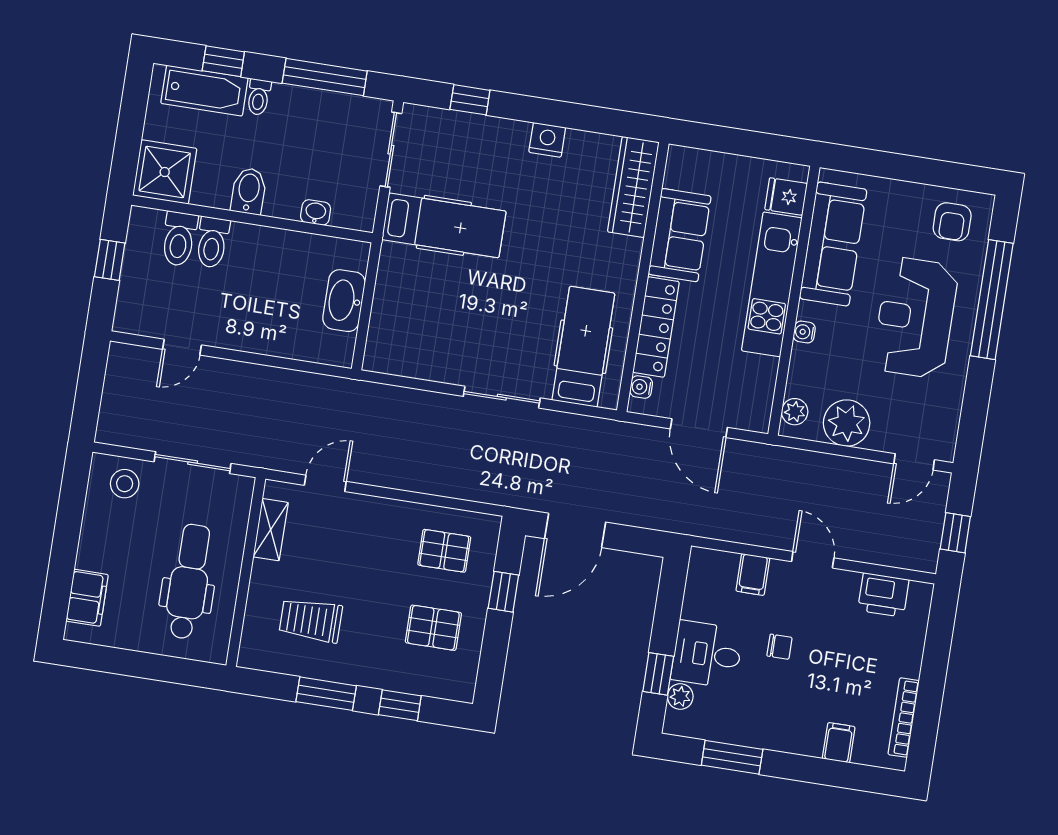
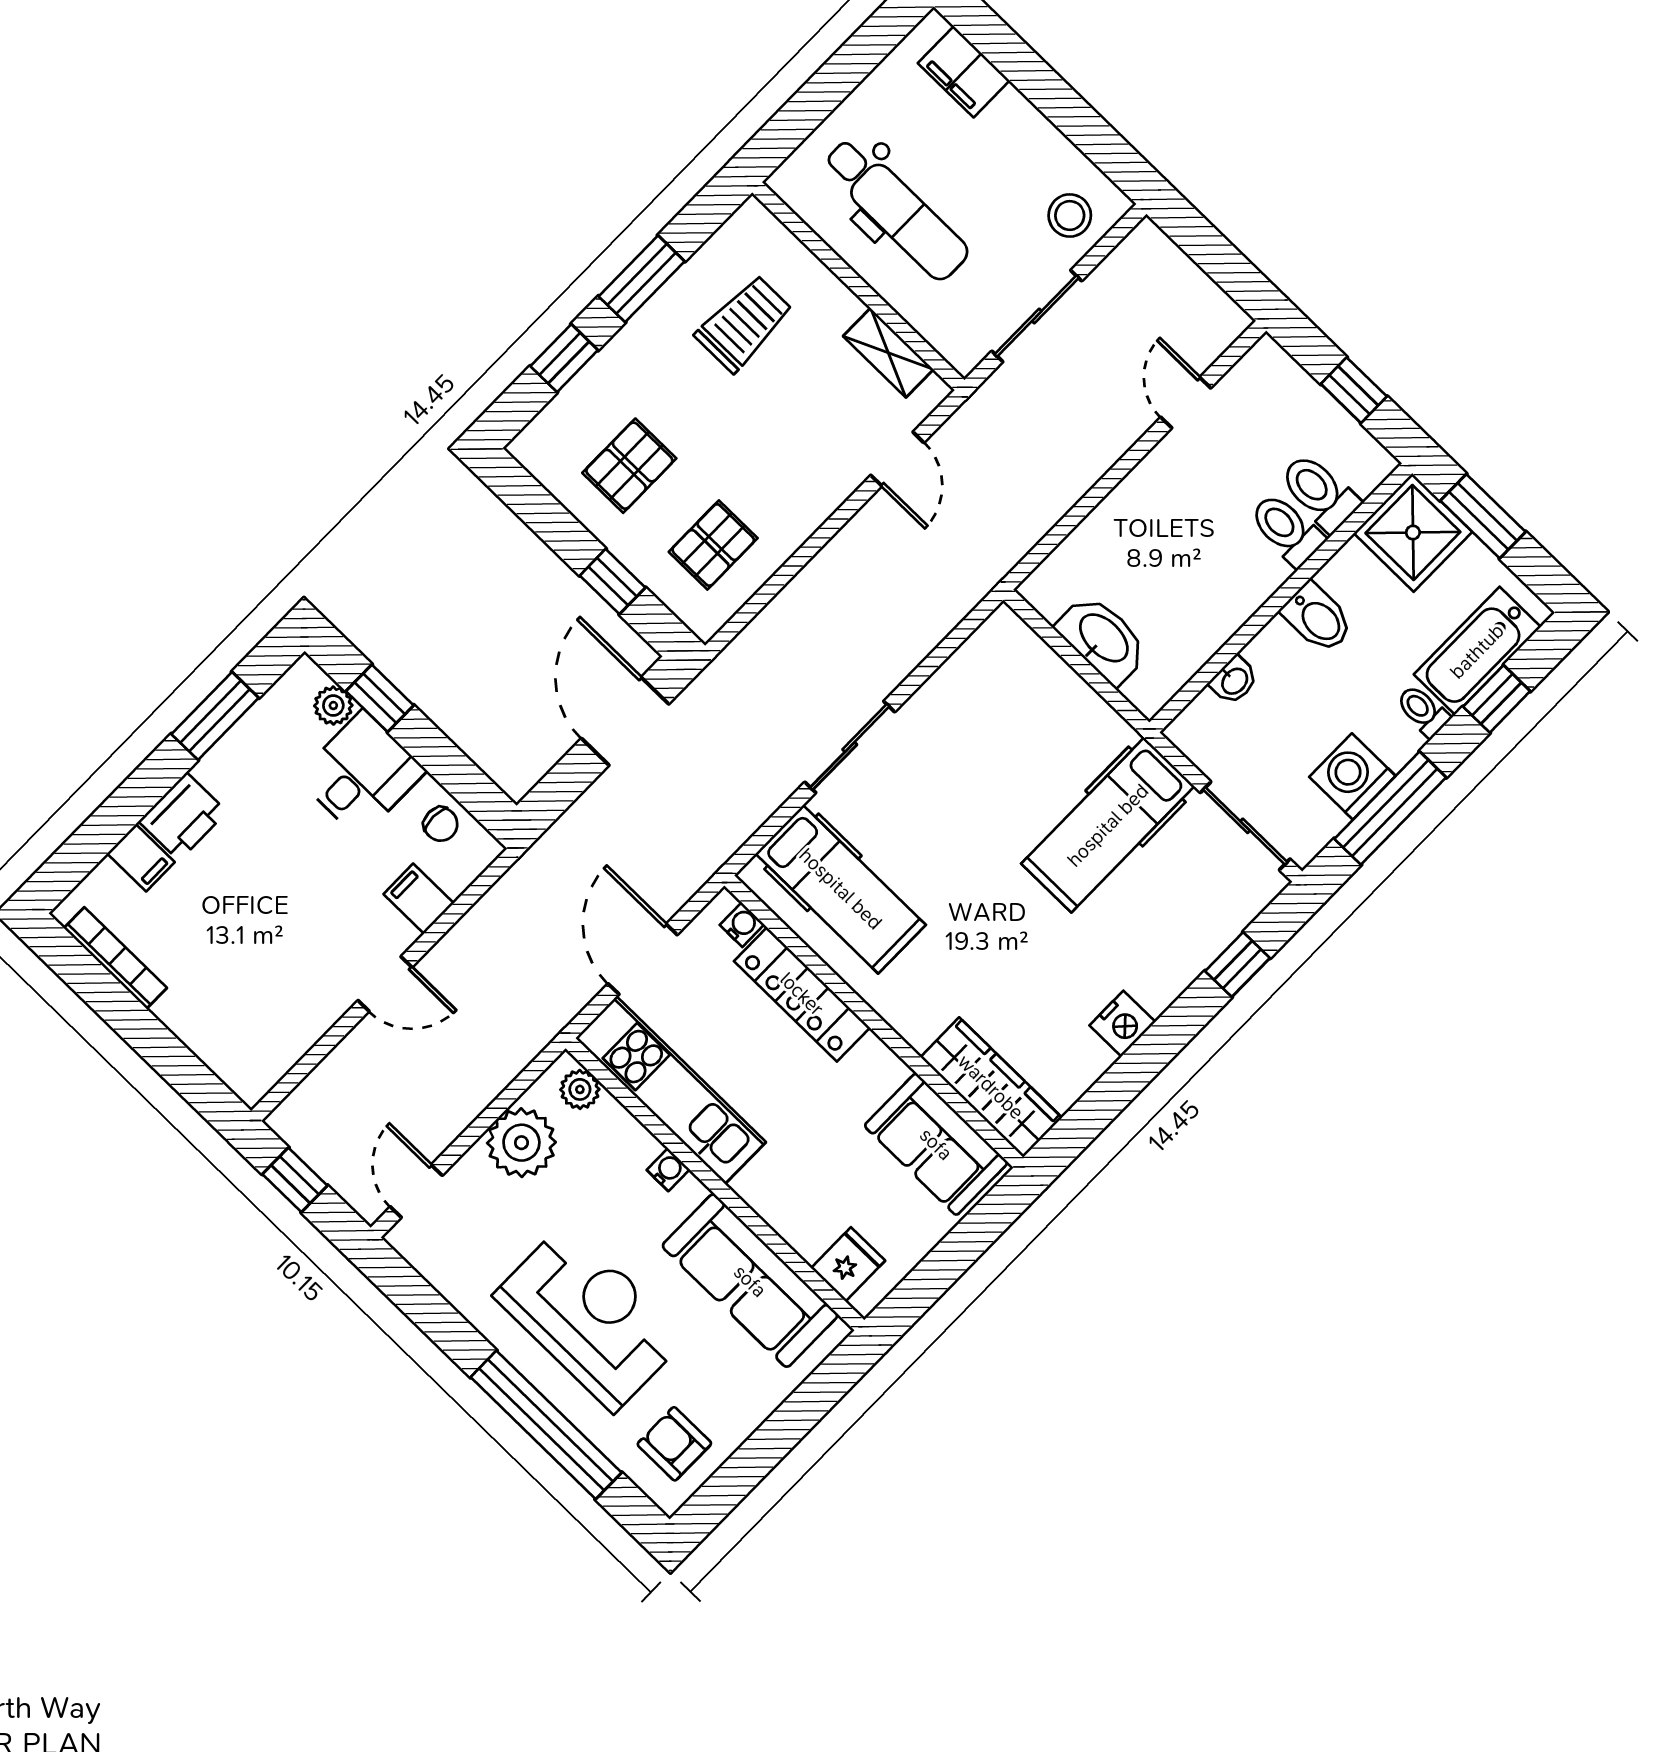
washing machine: (322, 110) -> (1352, 776), added
window: (128, 140) -> (1483, 516), added
sofa: (680, 235) -> (936, 1144), moved
kitchen unit: (772, 284) -> (671, 1090), moved
door: (699, 428) -> (643, 959), hinge flipped
printer: (883, 595) -> (183, 816), moved, turned 180
chair: (780, 647) -> (441, 824), moved, turned -90

